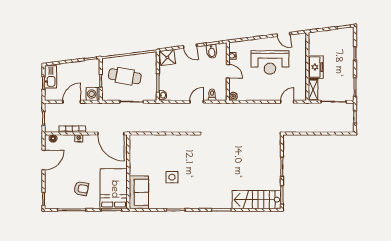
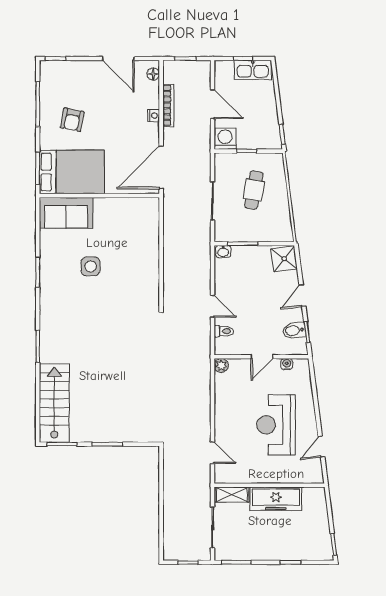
freezer: (316, 67) -> (276, 499), width x1.40
cafe table: (125, 76) -> (254, 190), width x0.73, depth x0.74

